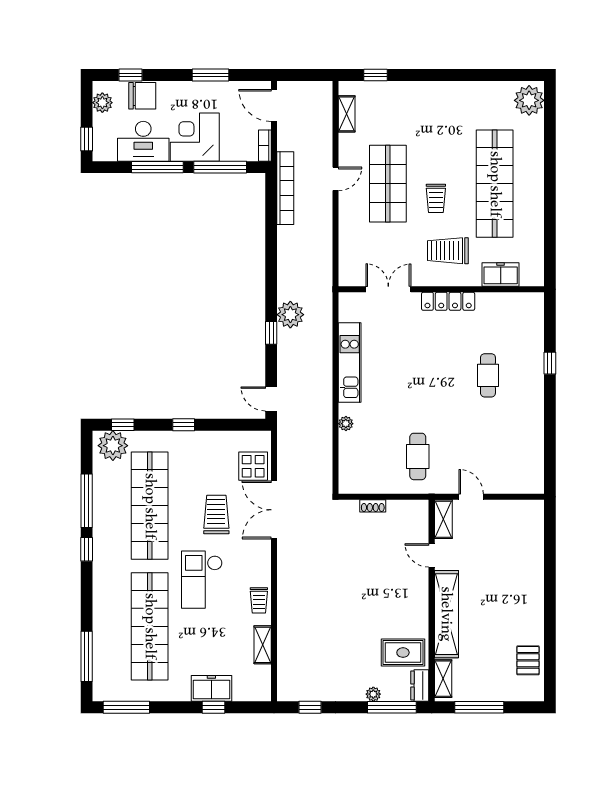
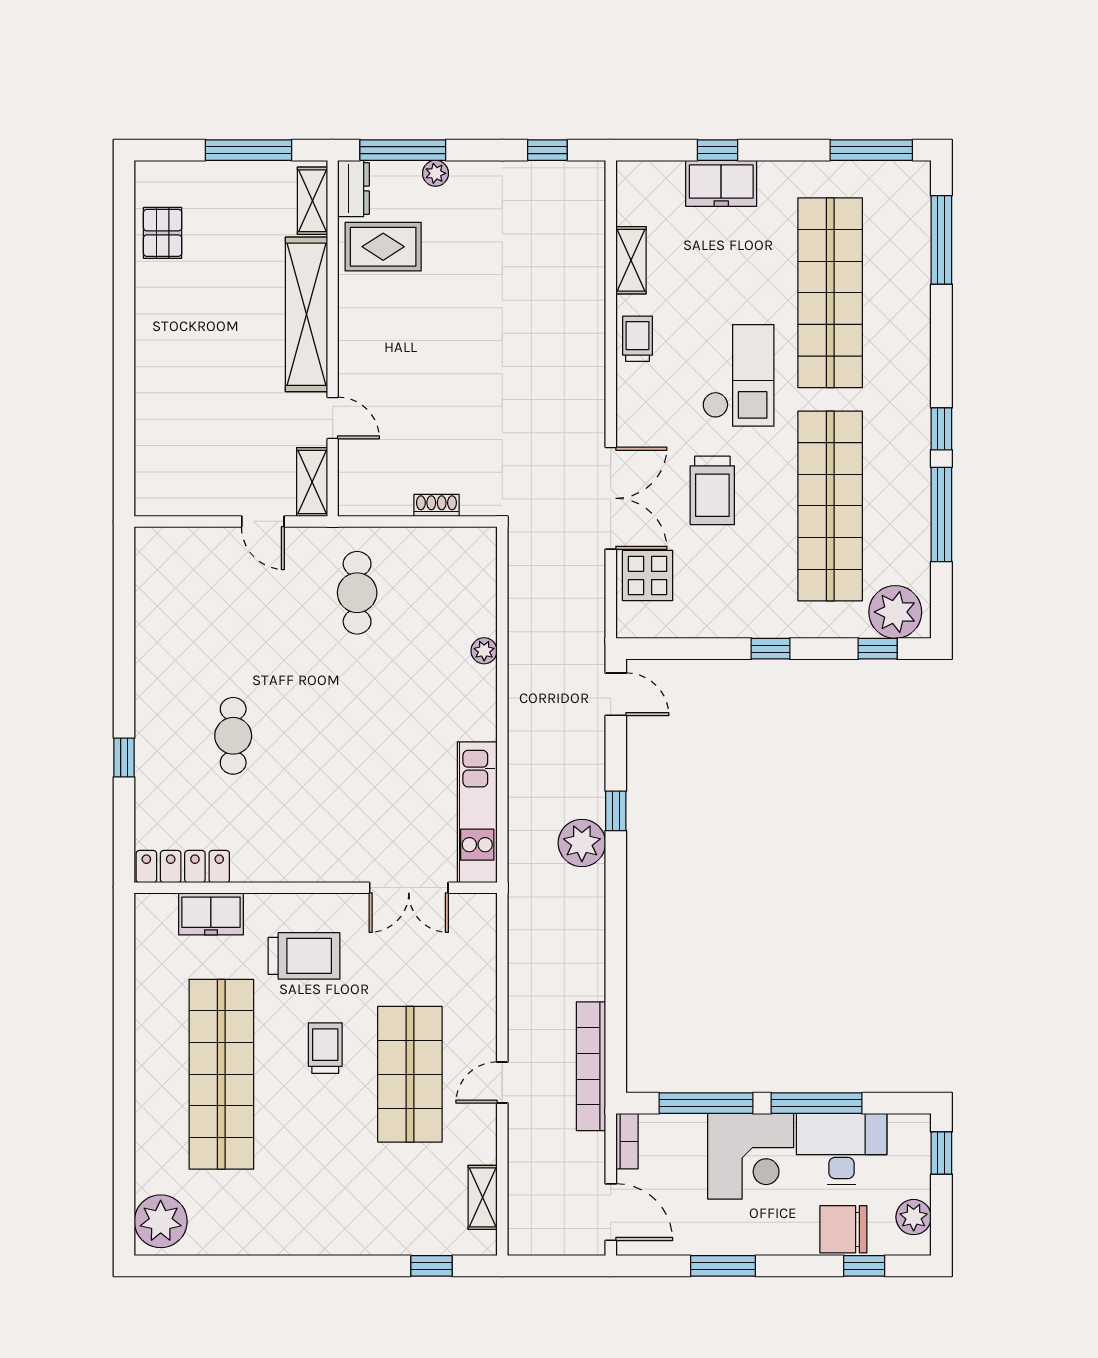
locker: (448, 301) -> (183, 867), moved
kitchen unit: (350, 363) -> (477, 812), moved

